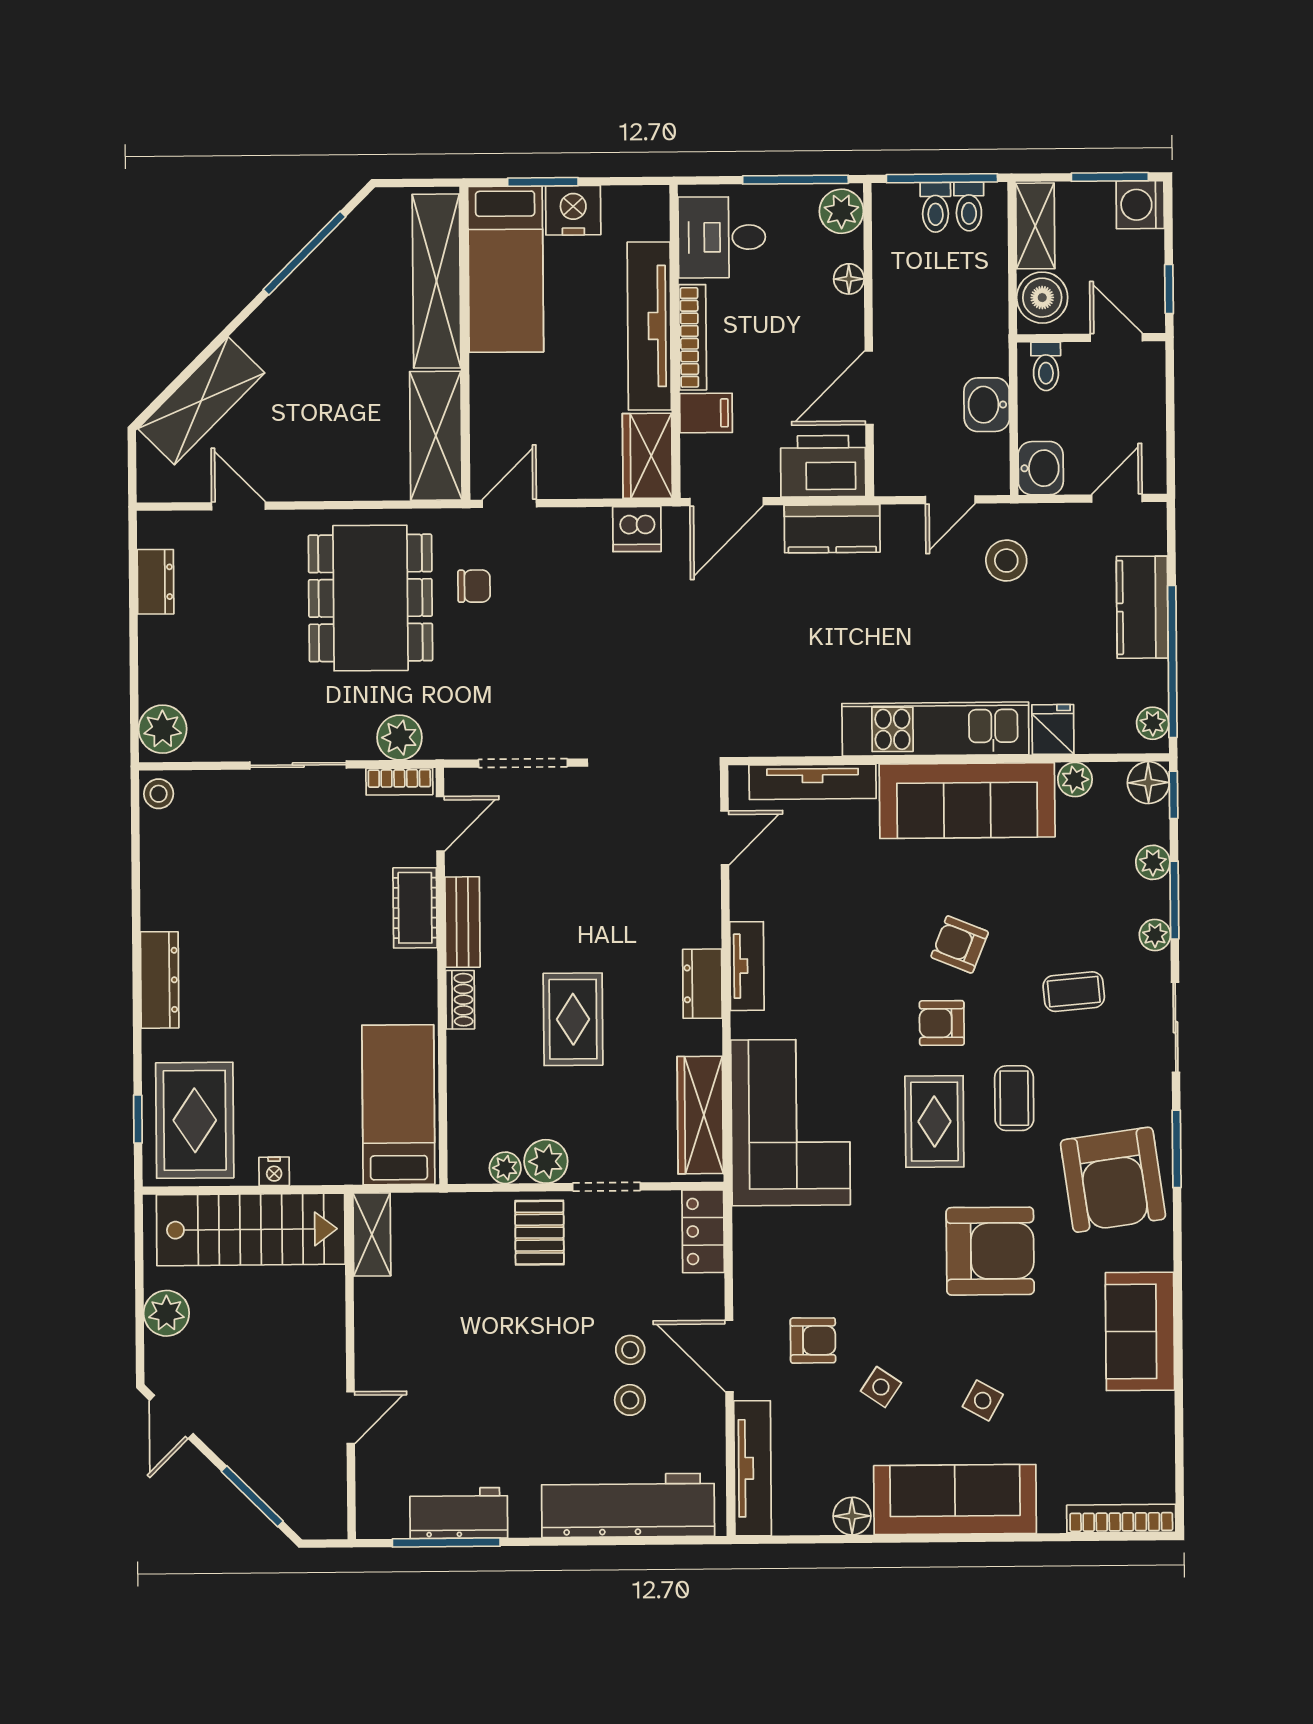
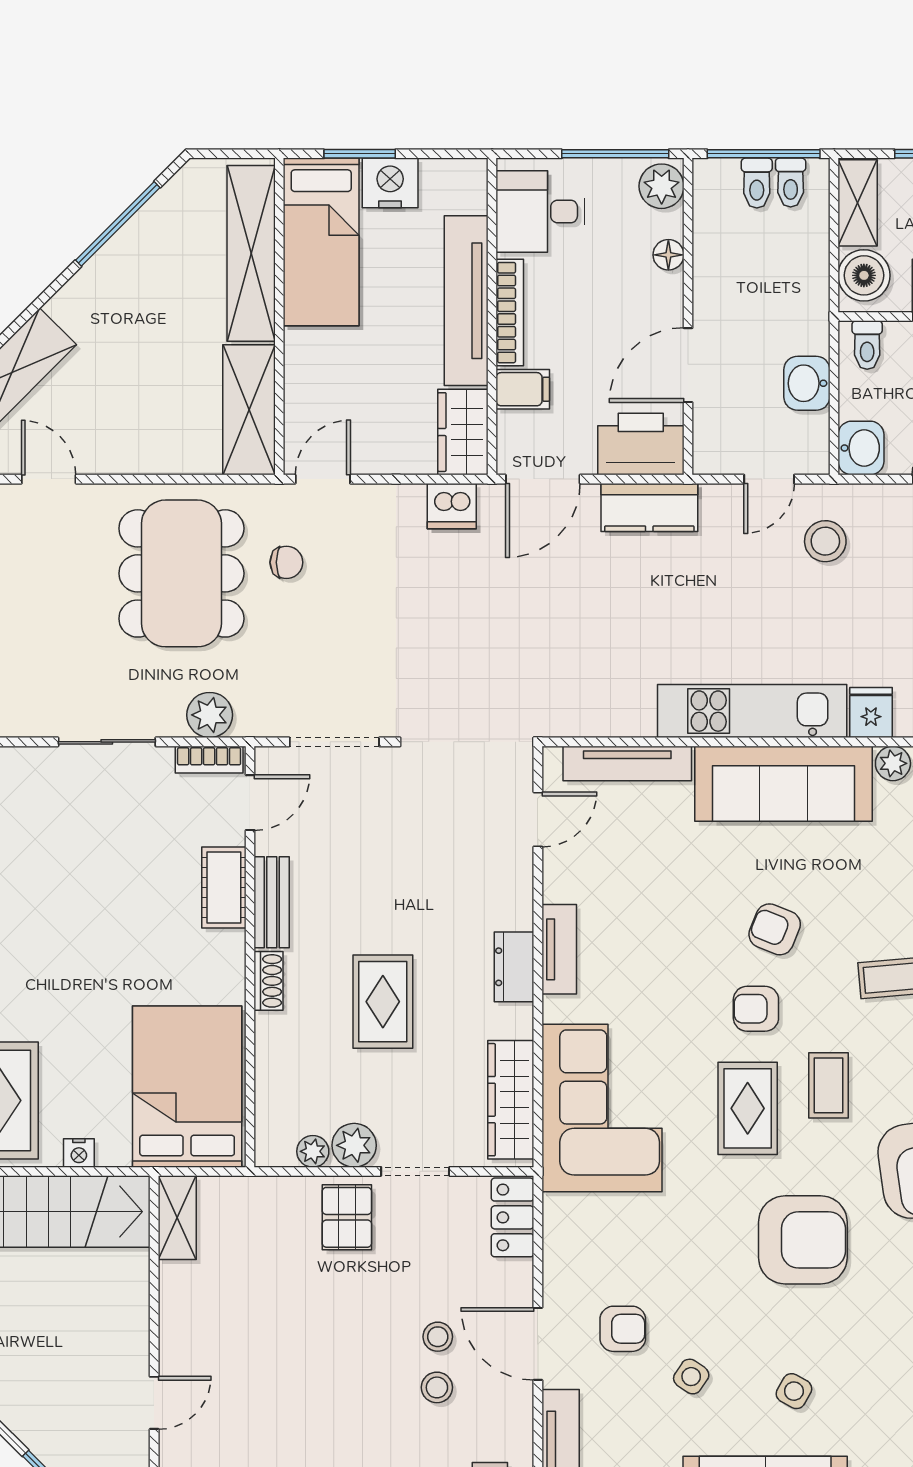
bed: (398, 1105) -> (187, 1087), width x1.50

